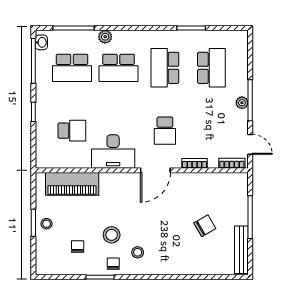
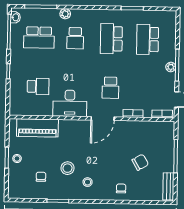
school desk: (118, 68) -> (75, 38), width x0.54
school desk: (211, 68) -> (148, 39), turned 180
bench: (241, 250) -> (168, 186), width x0.73
chair: (113, 264) -> (121, 188), moved

